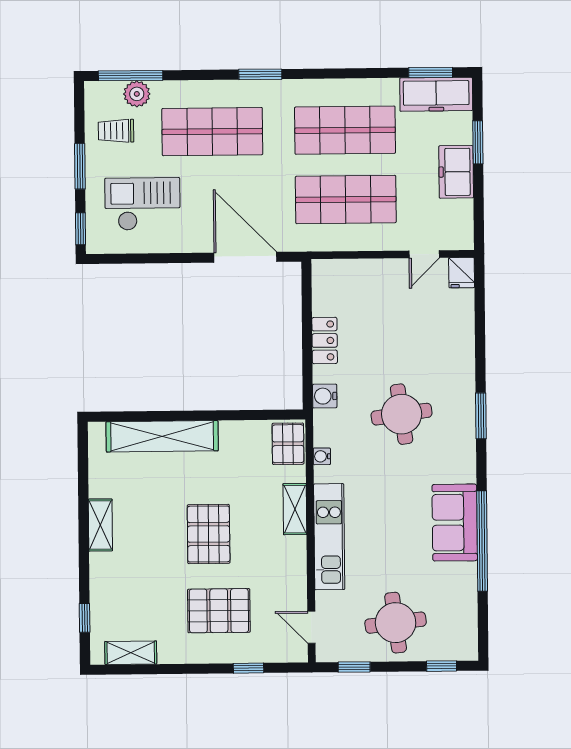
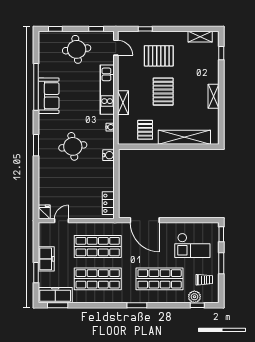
window: (131, 76) -> (197, 305), width x0.46
locker: (325, 340) -> (108, 203), moved
pallet: (288, 444) -> (145, 130), moved

